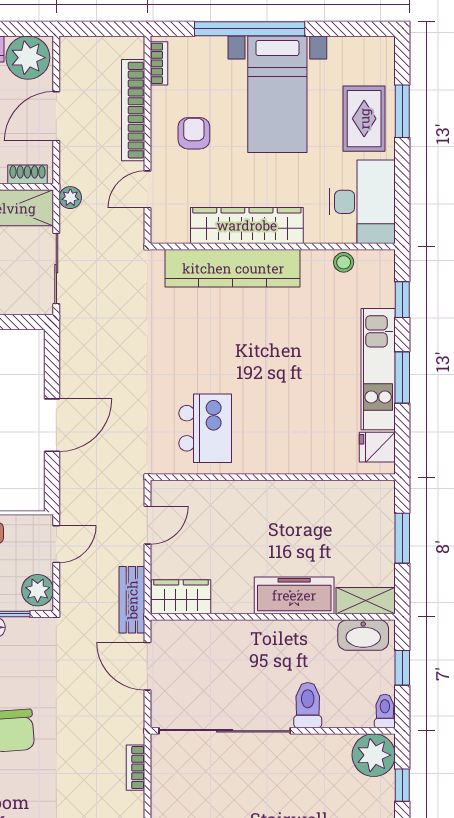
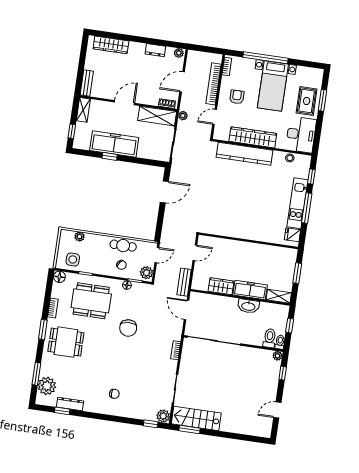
plant: (28, 58) -> (179, 53), width x0.53, depth x0.53
window: (402, 377) -> (307, 208), width x1.44
door: (52, 425) -> (164, 192), moved
kitchen island: (205, 428) -> (224, 217), removed
wardrobe: (181, 597) -> (221, 286), moved
washbasin: (363, 635) -> (248, 306), moved
toilet: (308, 705) -> (270, 338), moved
plant: (374, 755) -> (278, 356), width x0.53, depth x0.53

